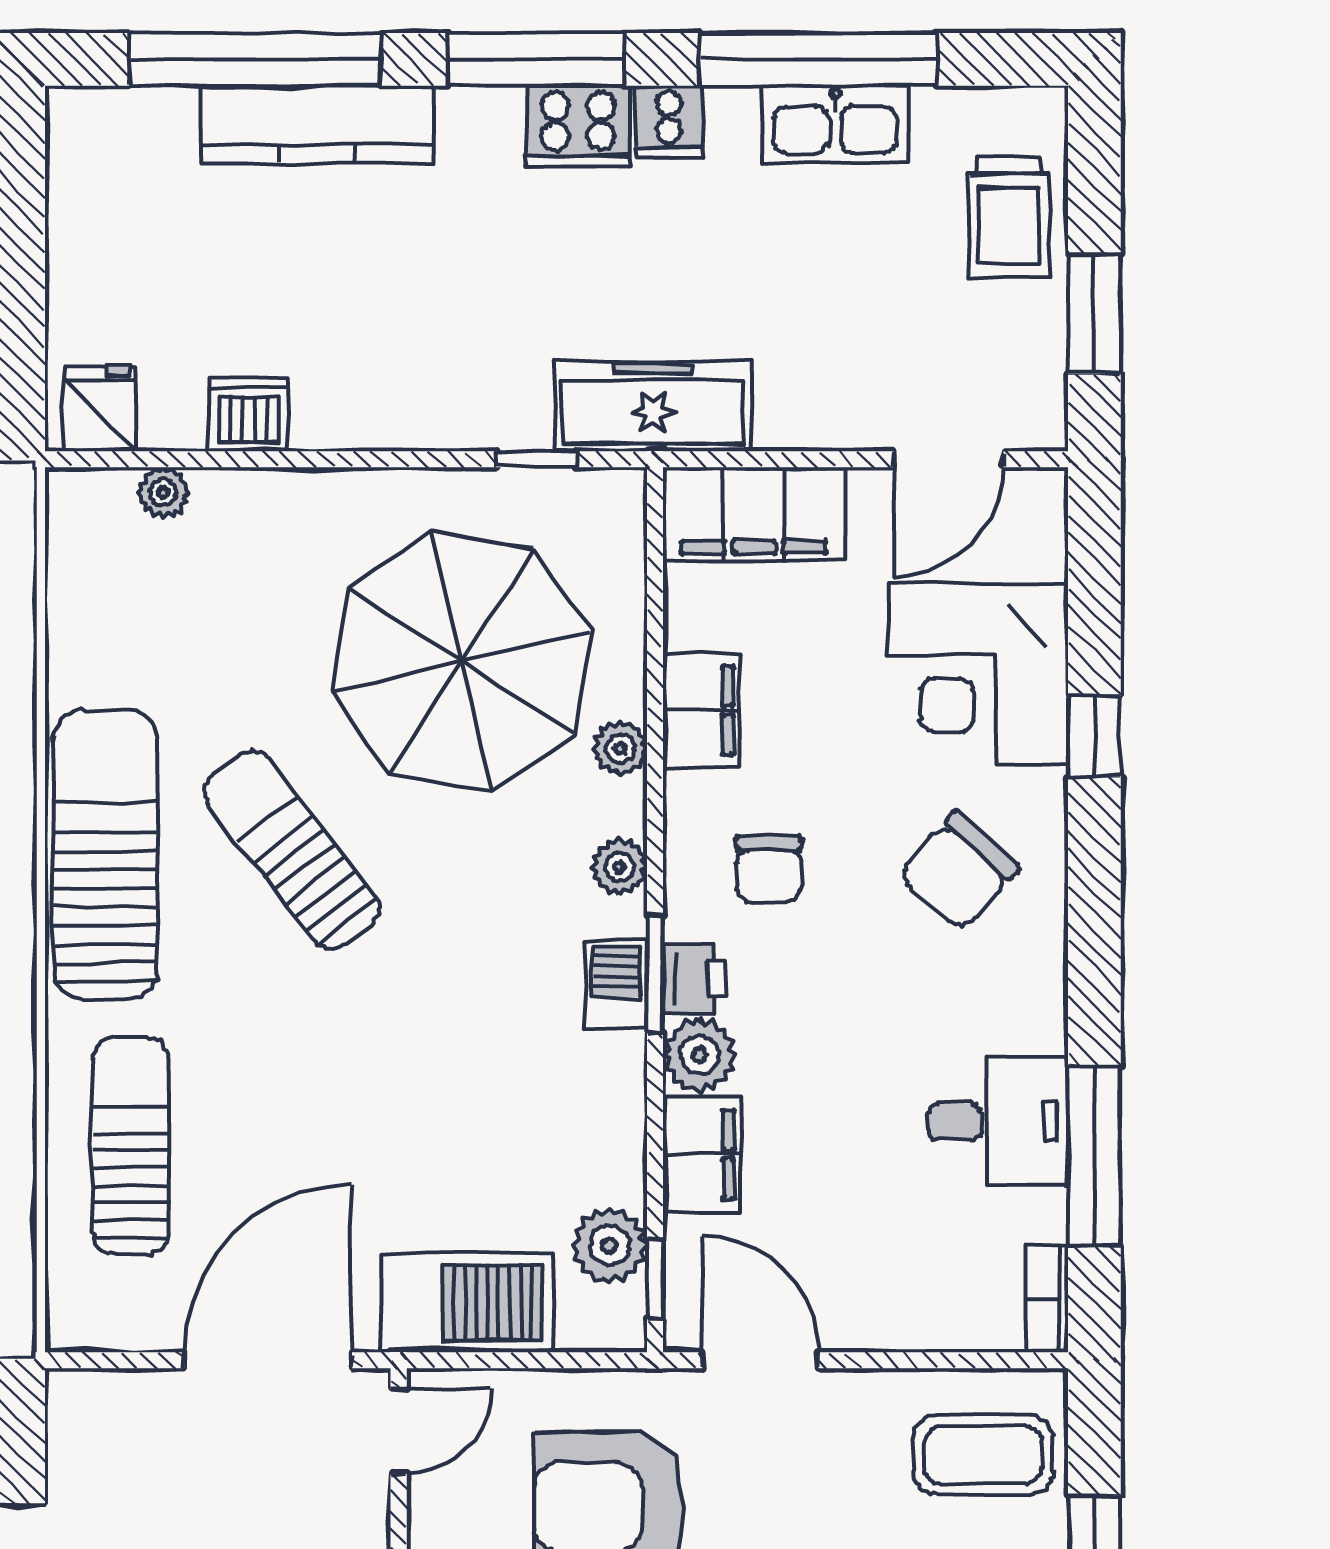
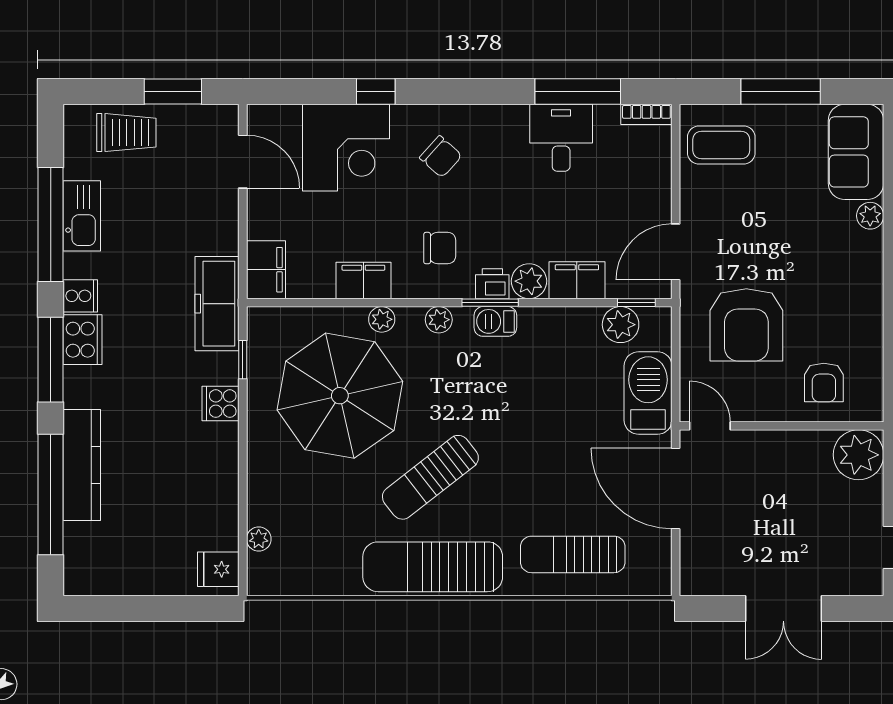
cooker: (445, 413) -> (221, 404), added
dishwasher: (249, 414) -> (221, 498), removed
filing cabinet: (754, 514) -> (266, 270), width x0.67, depth x0.86
chair: (959, 871) -> (441, 157), width x0.73, depth x0.73
coffee table: (983, 1455) -> (721, 145), turned 90

